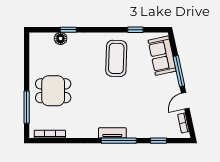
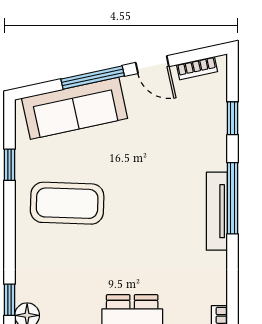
sofa: (162, 56) -> (75, 108), width x1.36
tv unit: (112, 133) -> (217, 211), width x1.41

